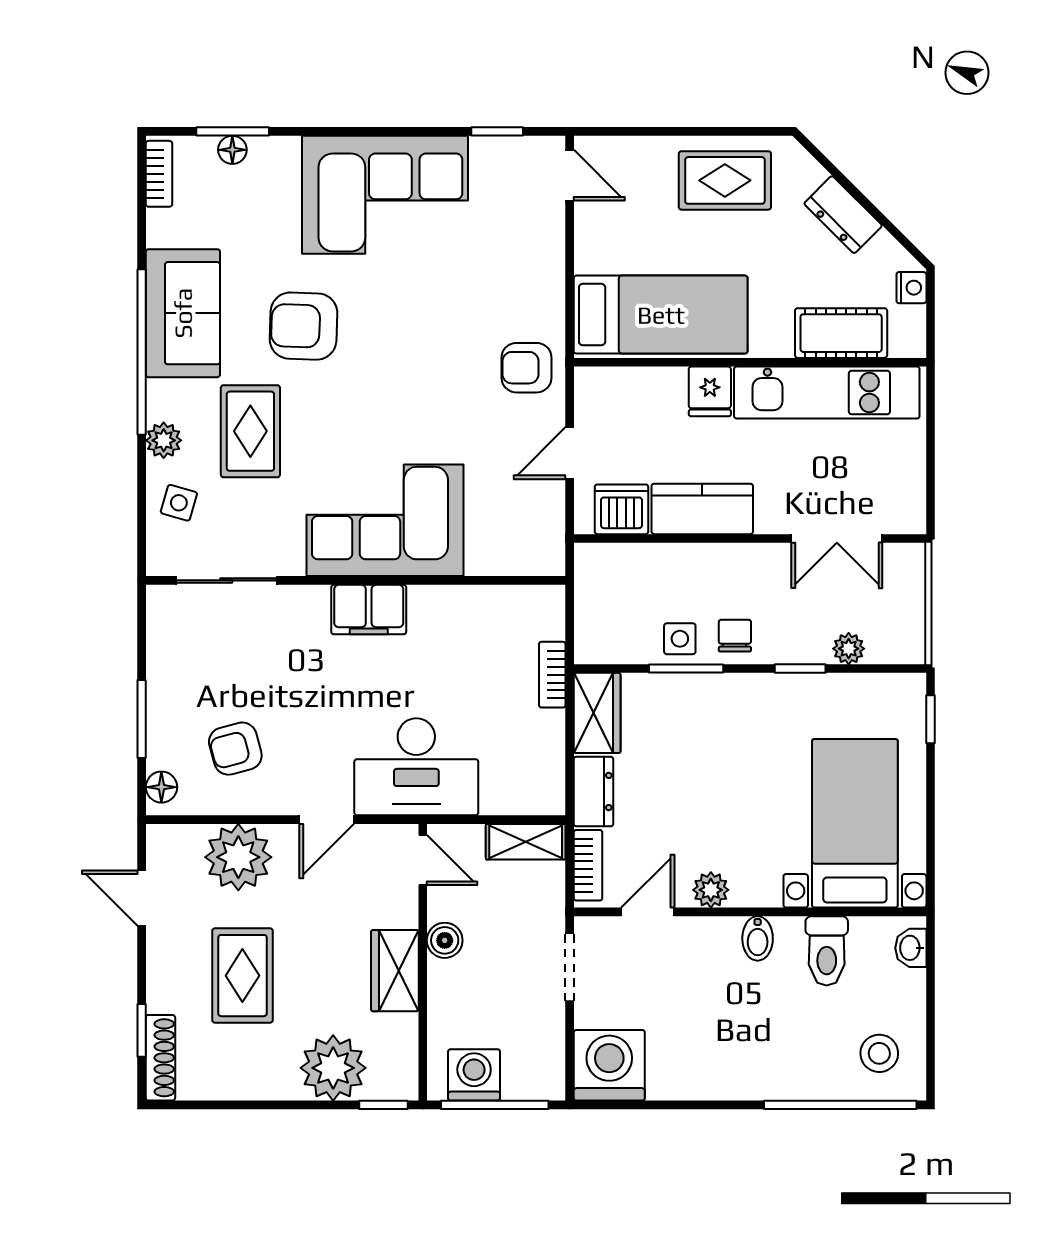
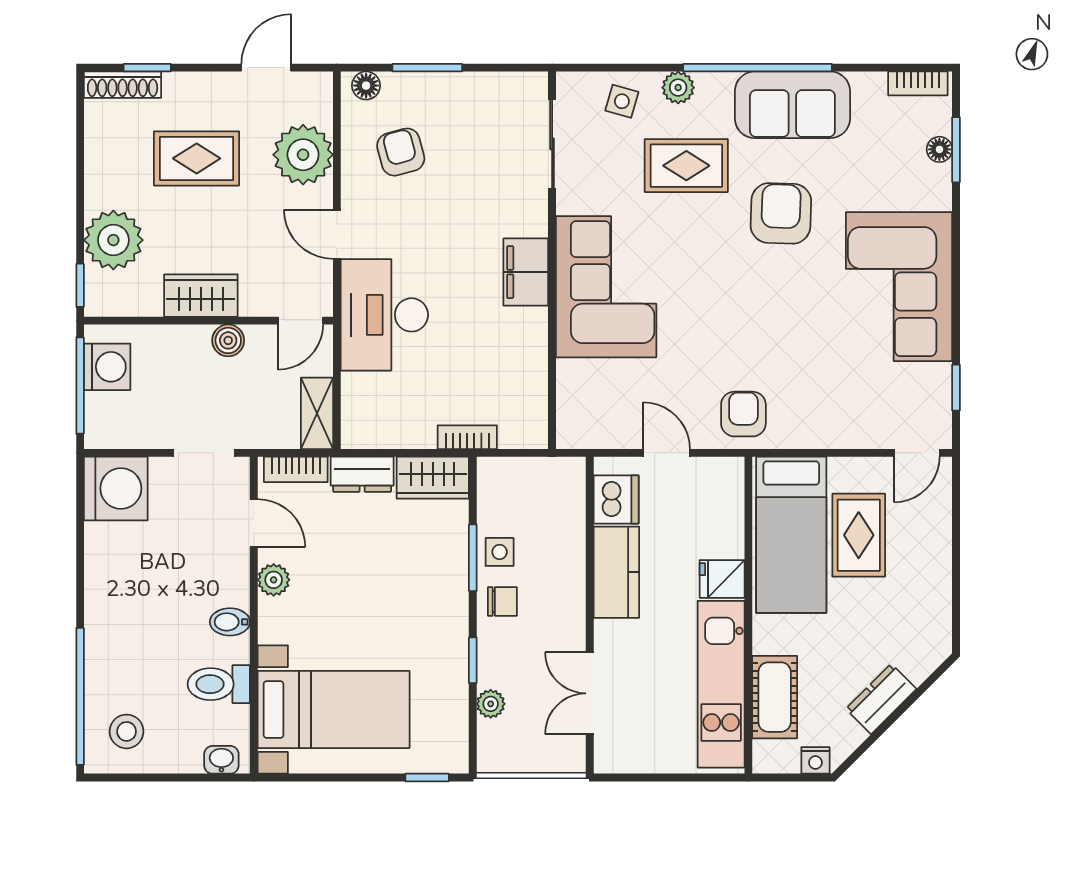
rug: (725, 180) -> (859, 535), moved

